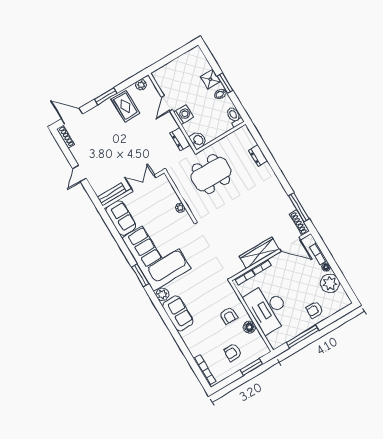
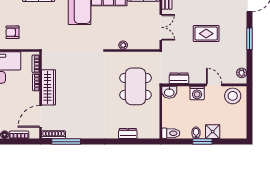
stool: (167, 80) -> (233, 96), added
rug: (125, 106) -> (206, 34), moved

